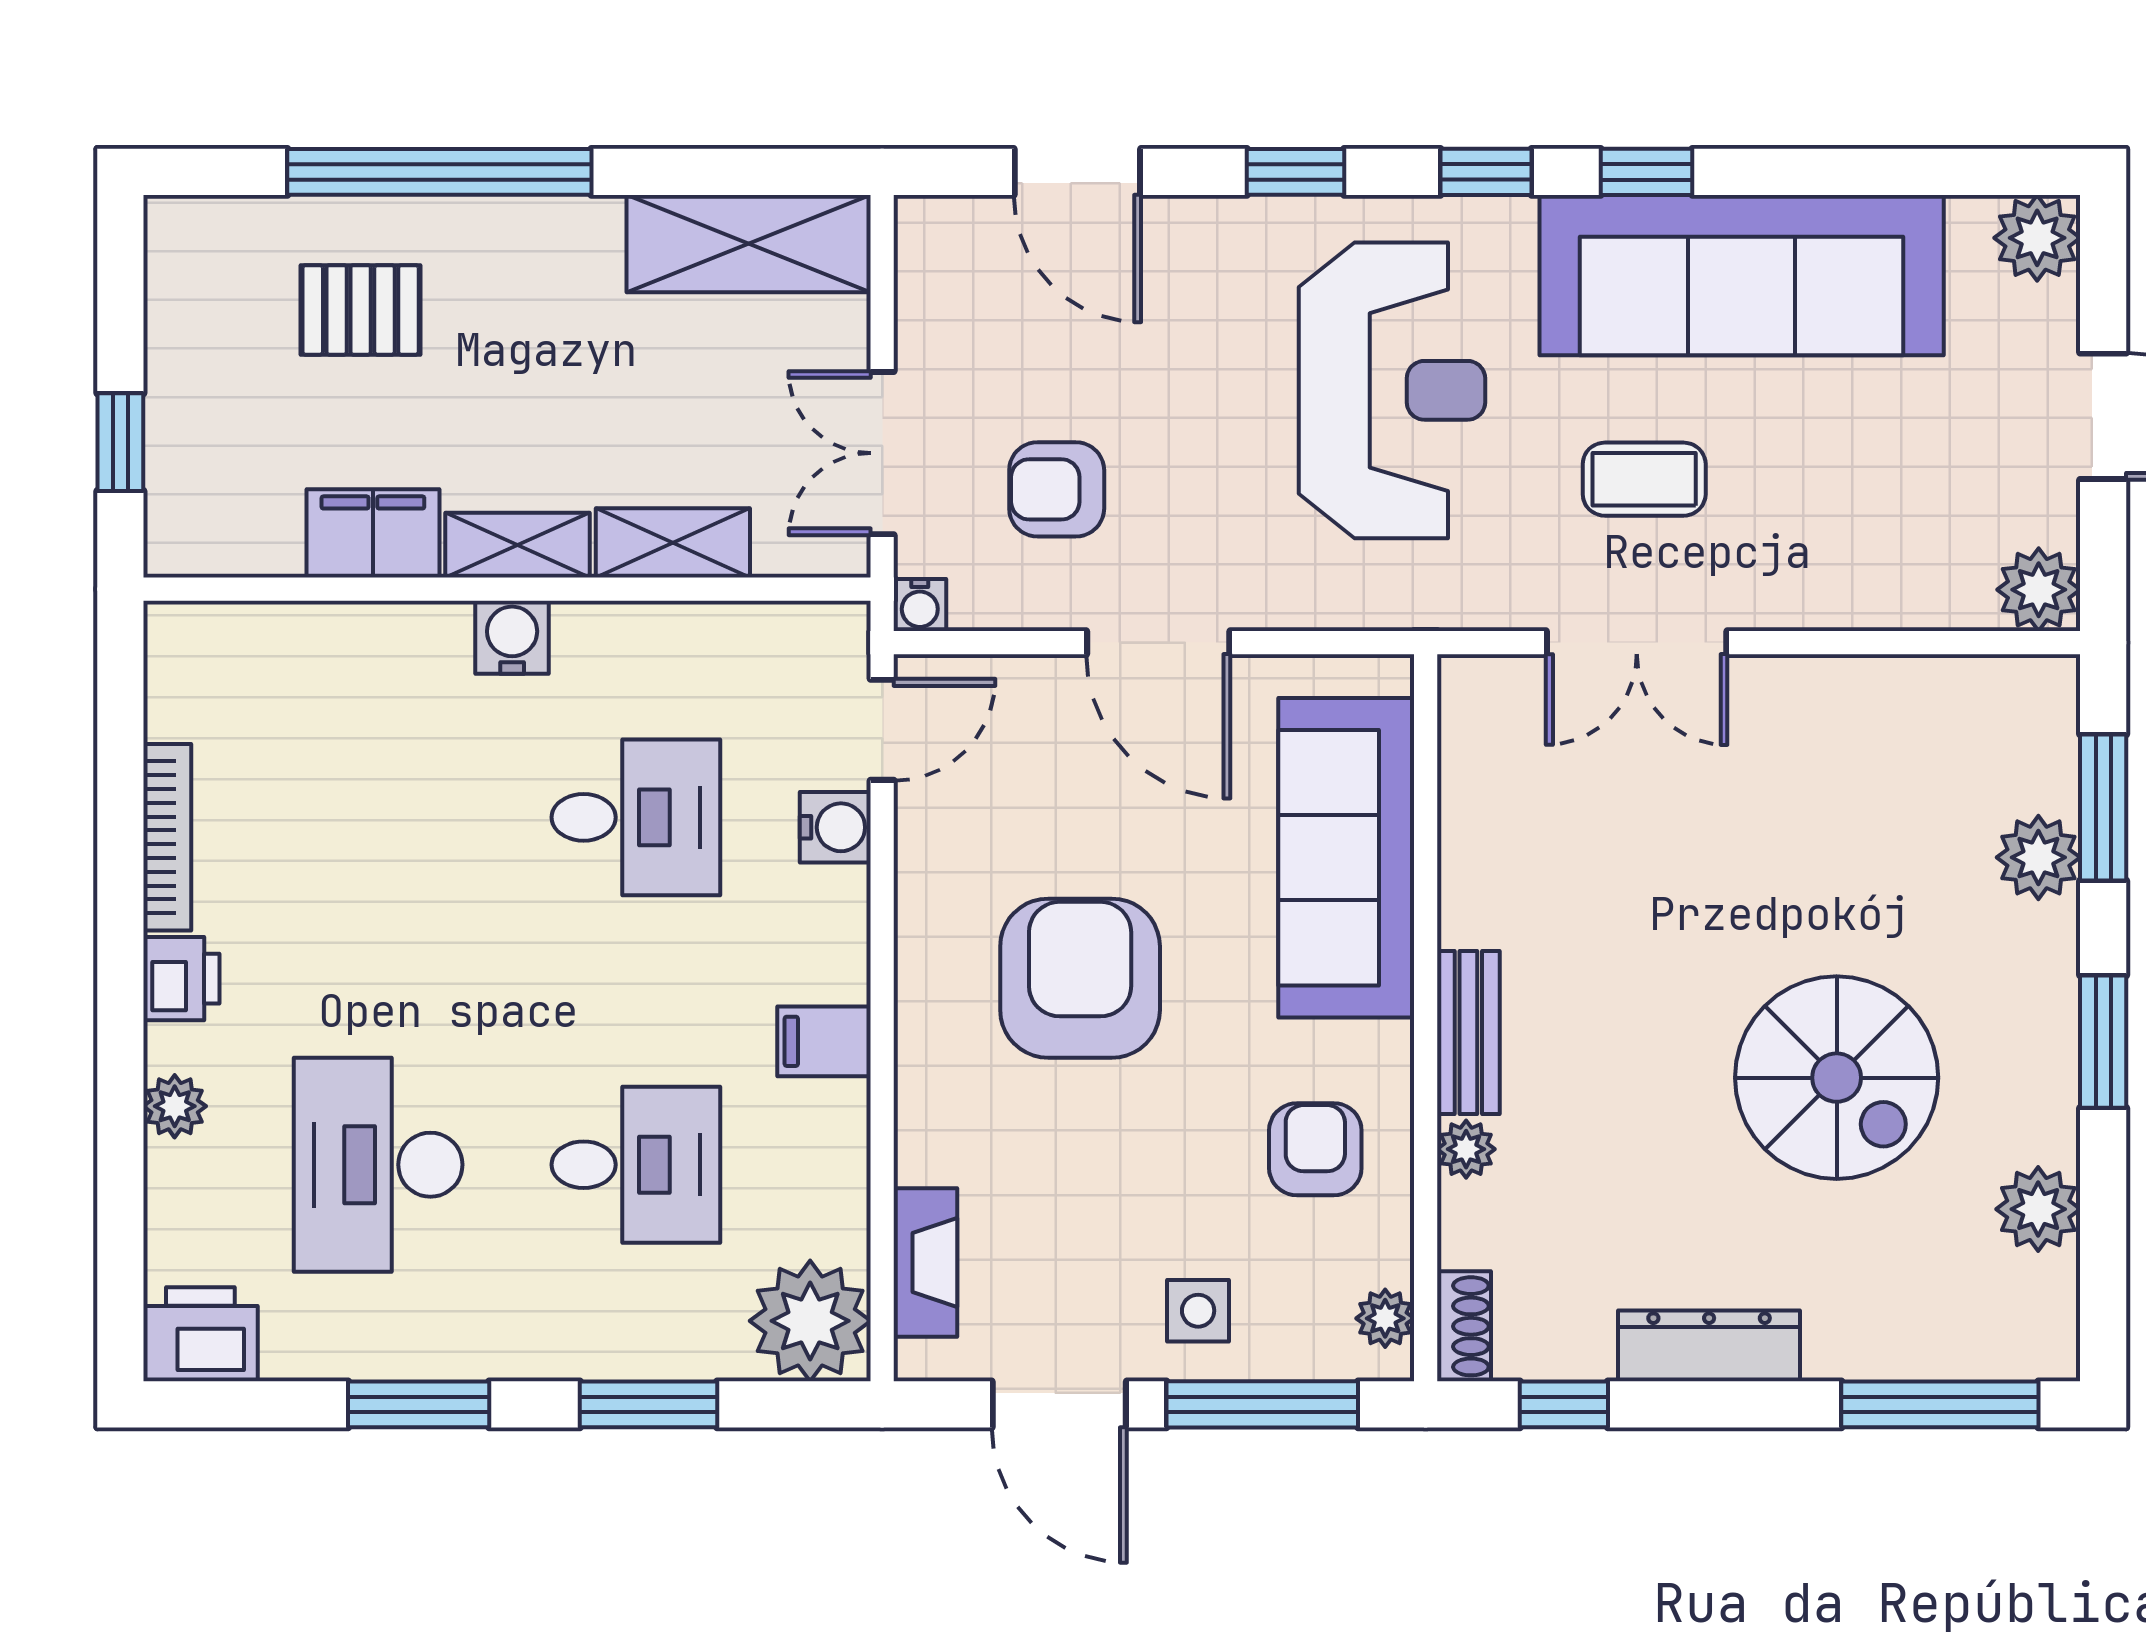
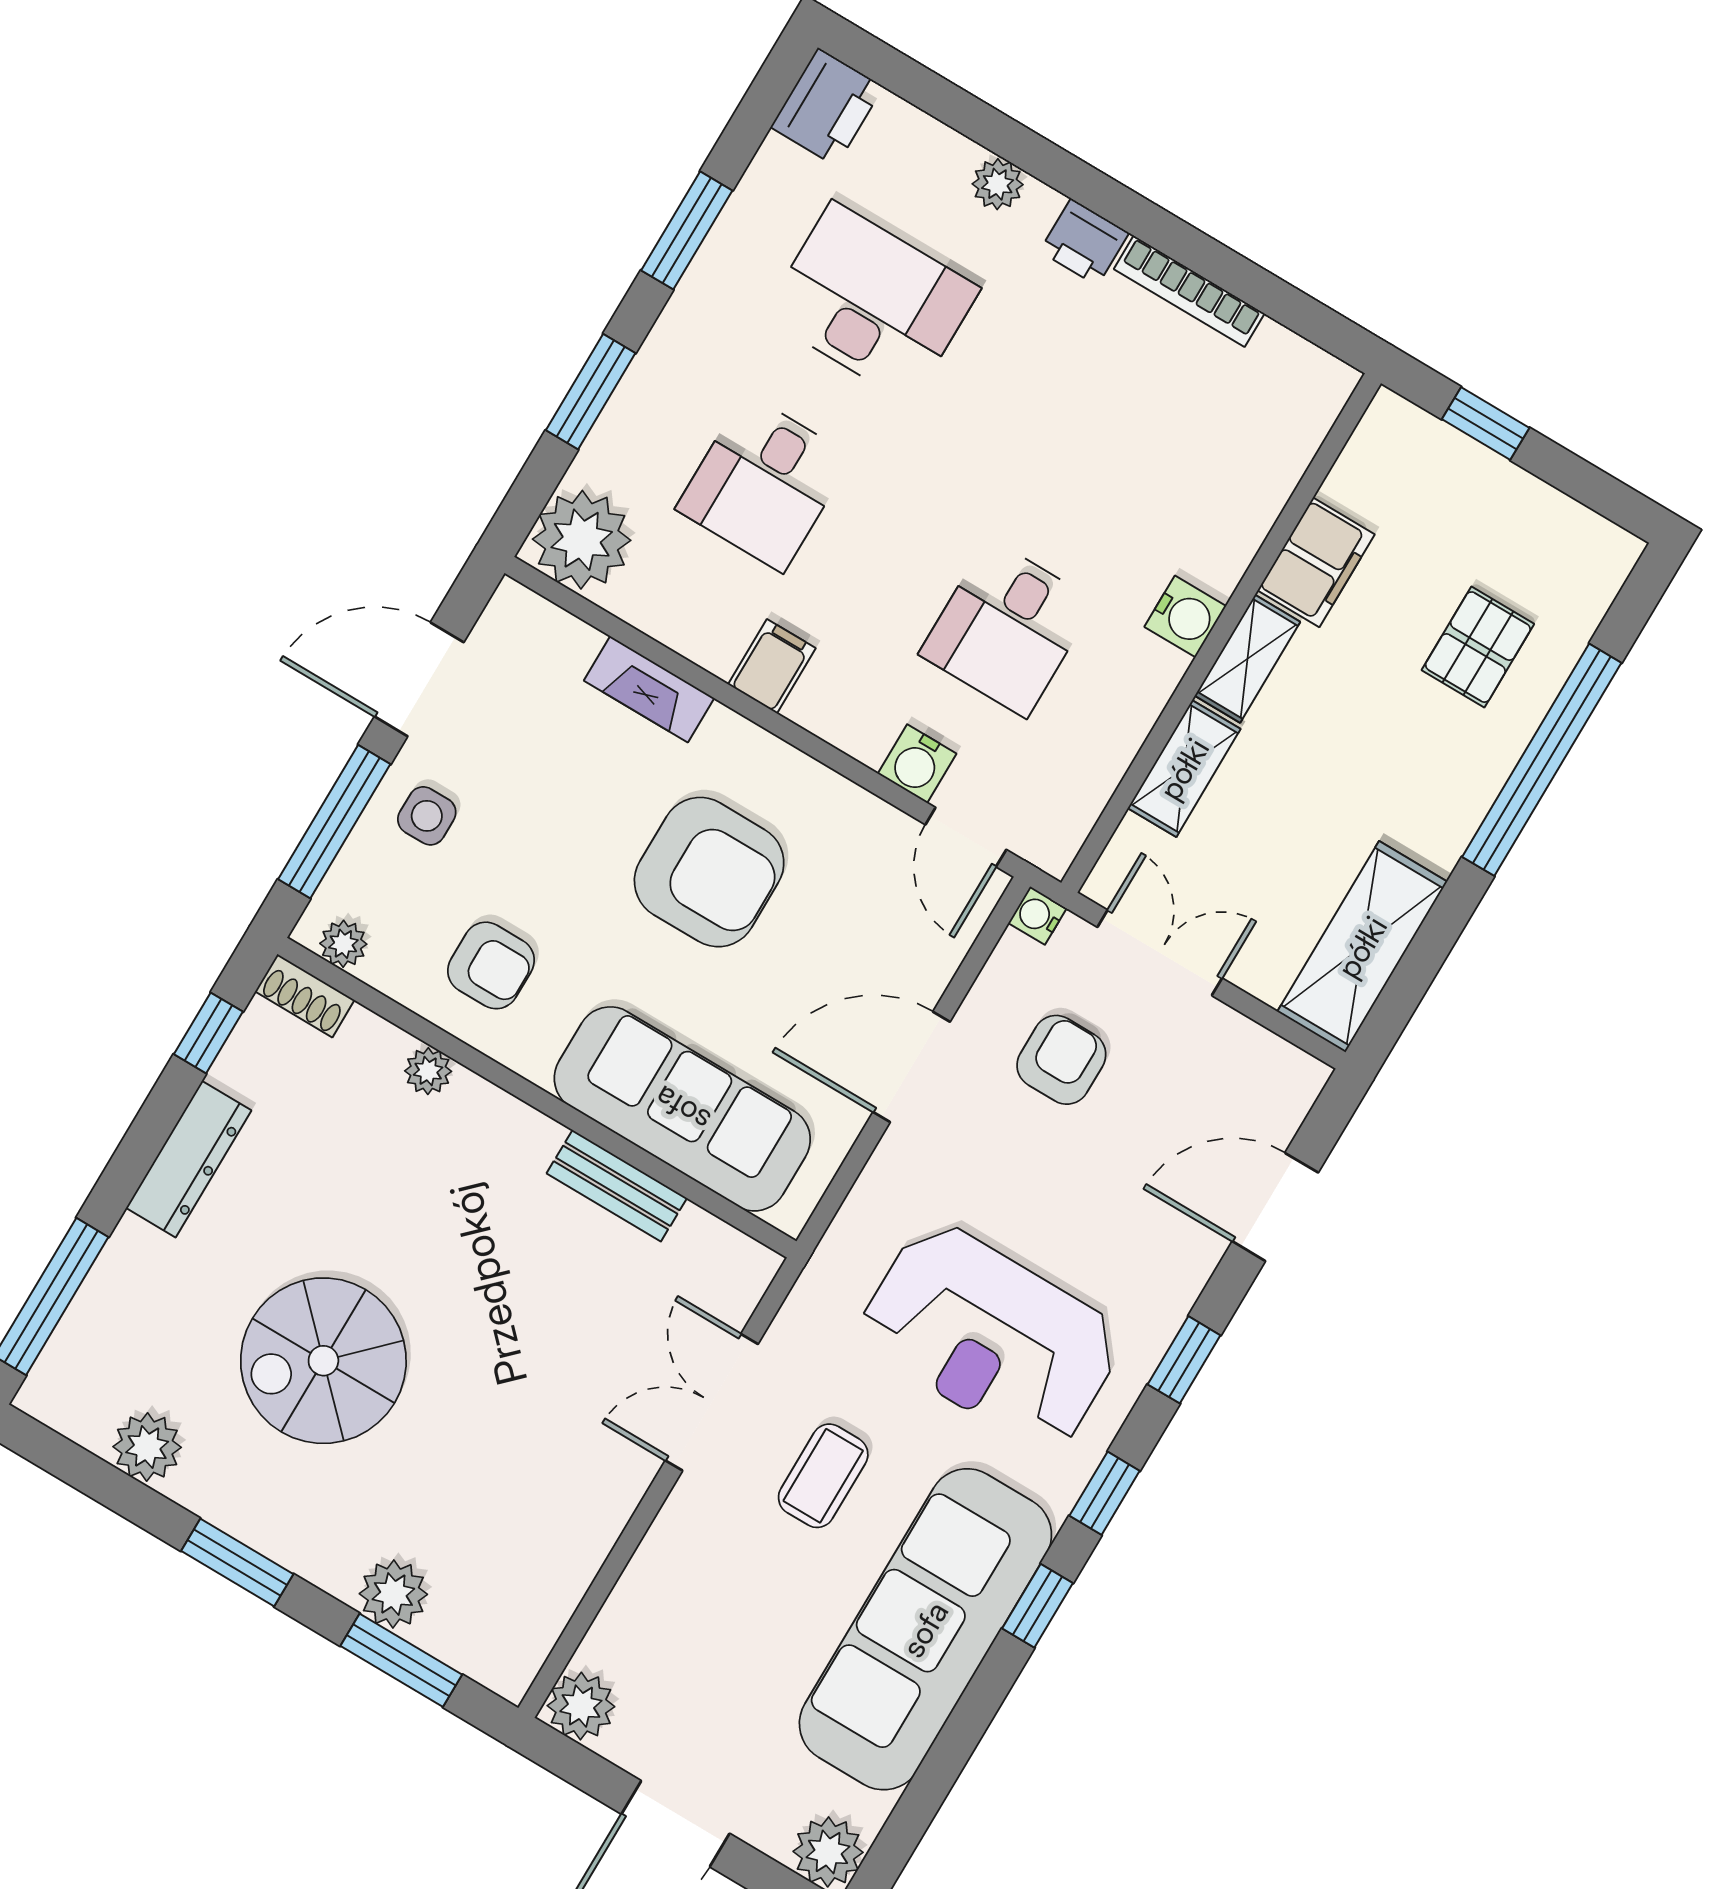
bench: (1468, 1032) -> (617, 1186), moved
fireplace: (925, 1263) -> (649, 689), moved

